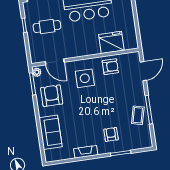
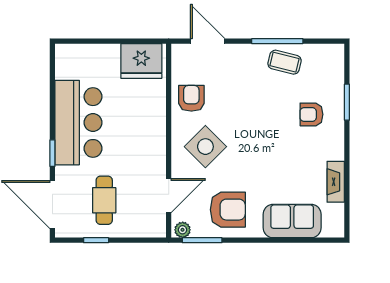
fridge: (111, 42) -> (141, 61), moved, turned -90
side table: (85, 78) -> (205, 147), turned 45
armchair: (52, 96) -> (228, 210), turned 180
fireplace: (86, 152) -> (336, 182), moved

